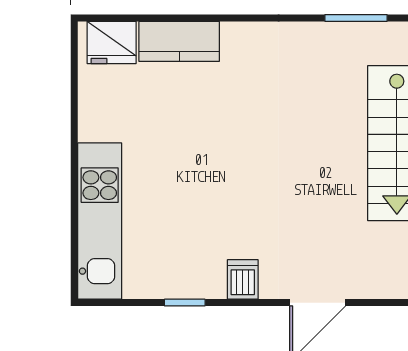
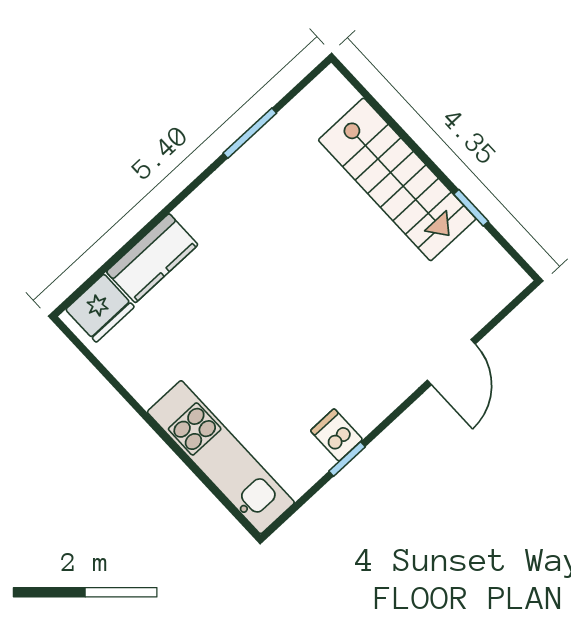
window: (356, 18) -> (250, 133), moved
dishwasher: (243, 279) -> (337, 435), moved

